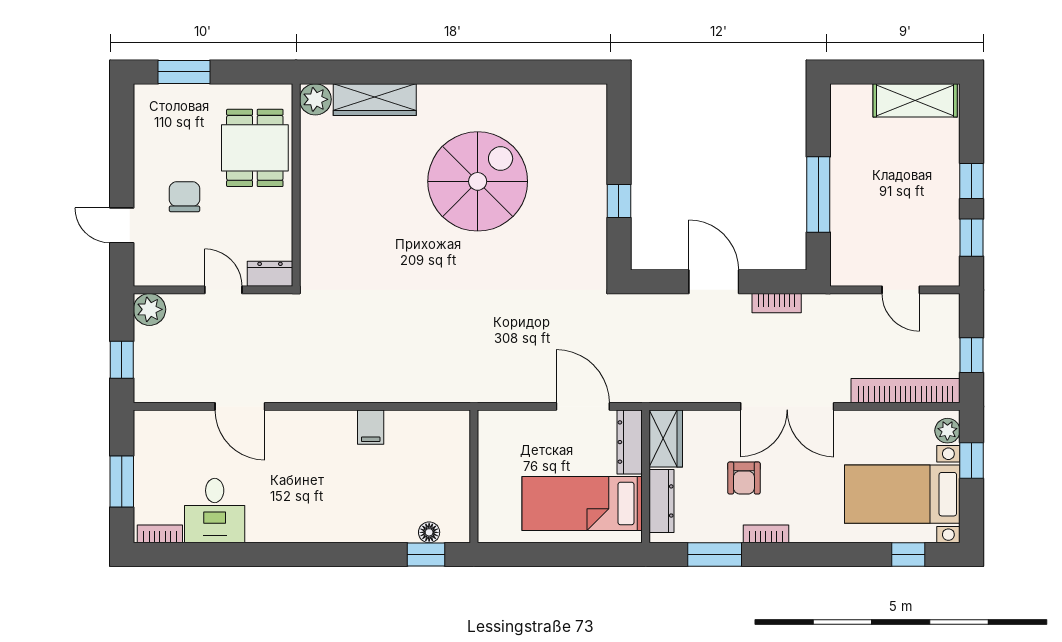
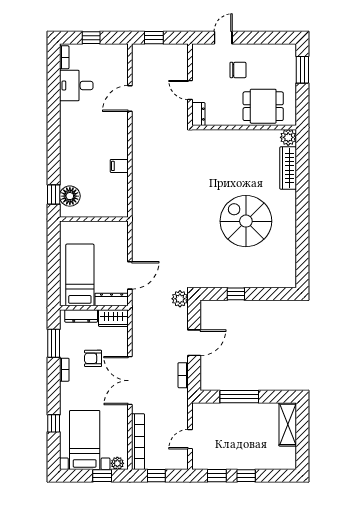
shelving: (915, 100) -> (288, 424), moved
spiral stairs: (478, 181) -> (246, 221), turned 180
door: (223, 290) -> (190, 90), swing flipped
plant: (149, 309) -> (180, 299), moved
window: (122, 482) -> (91, 38), width x0.67
floor lamp: (429, 532) -> (70, 196), width x1.89, depth x1.89
window: (908, 555) -> (54, 423), moved

